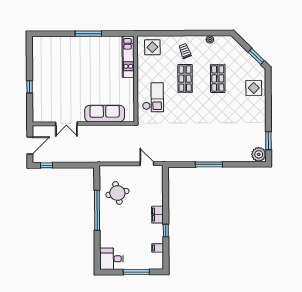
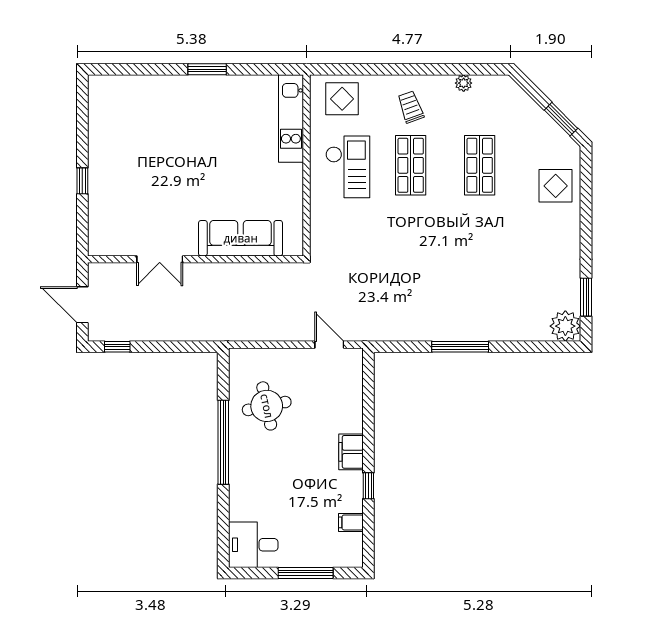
window: (88, 34) -> (207, 69), width x0.69
checkout: (153, 97) -> (348, 167), moved
door: (30, 145) -> (82, 305), swing flipped

